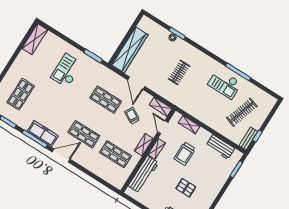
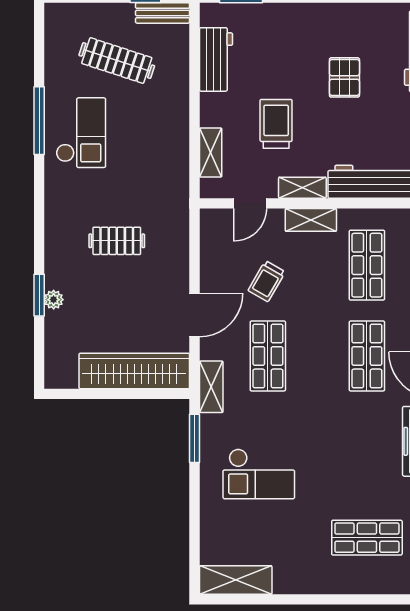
shelving: (161, 107) -> (211, 387), moved
trolley: (185, 154) -> (276, 124), turned -90

